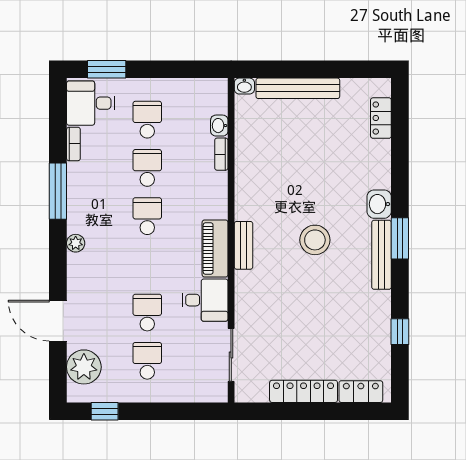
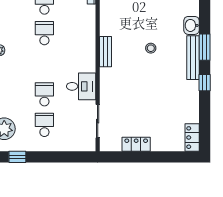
stool: (315, 240) -> (151, 48), width x0.53, depth x0.53
piano: (215, 248) -> (87, 54), removed
window: (400, 332) -> (205, 83), moved
locker: (304, 391) -> (136, 144), width x0.66
locker: (361, 392) -> (192, 138), moved, turned -90

